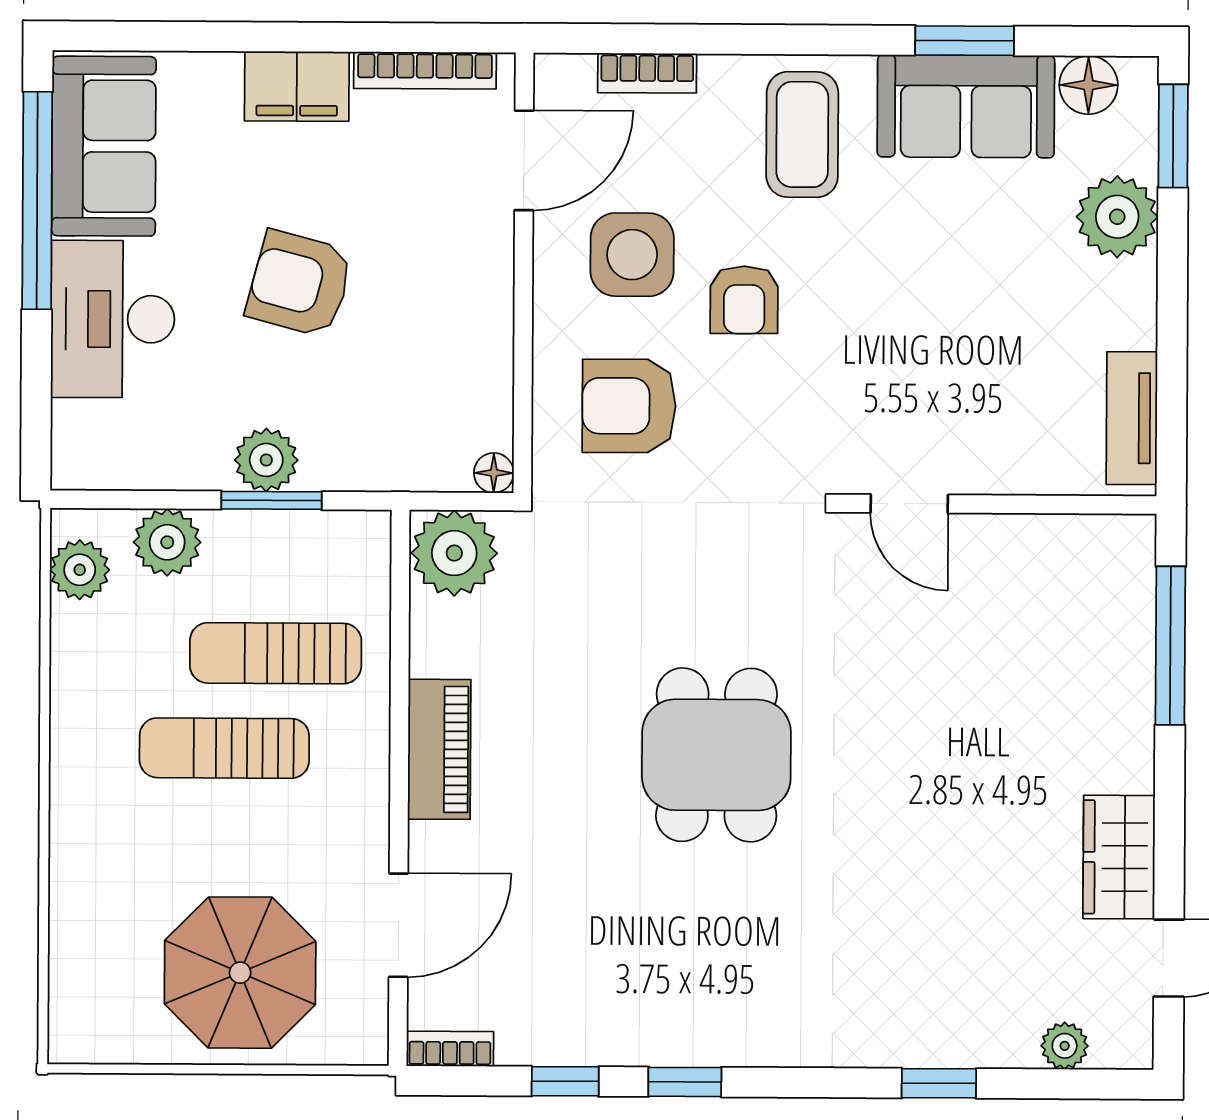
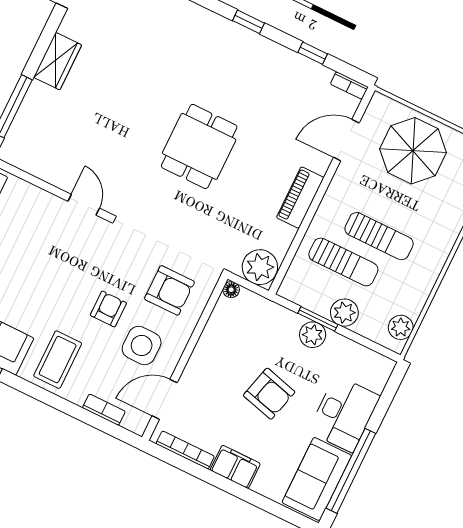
plant: (167, 542) -> (344, 313), moved
wardrobe: (1119, 857) -> (58, 61), moved
window: (685, 1082) -> (248, 22), moved

